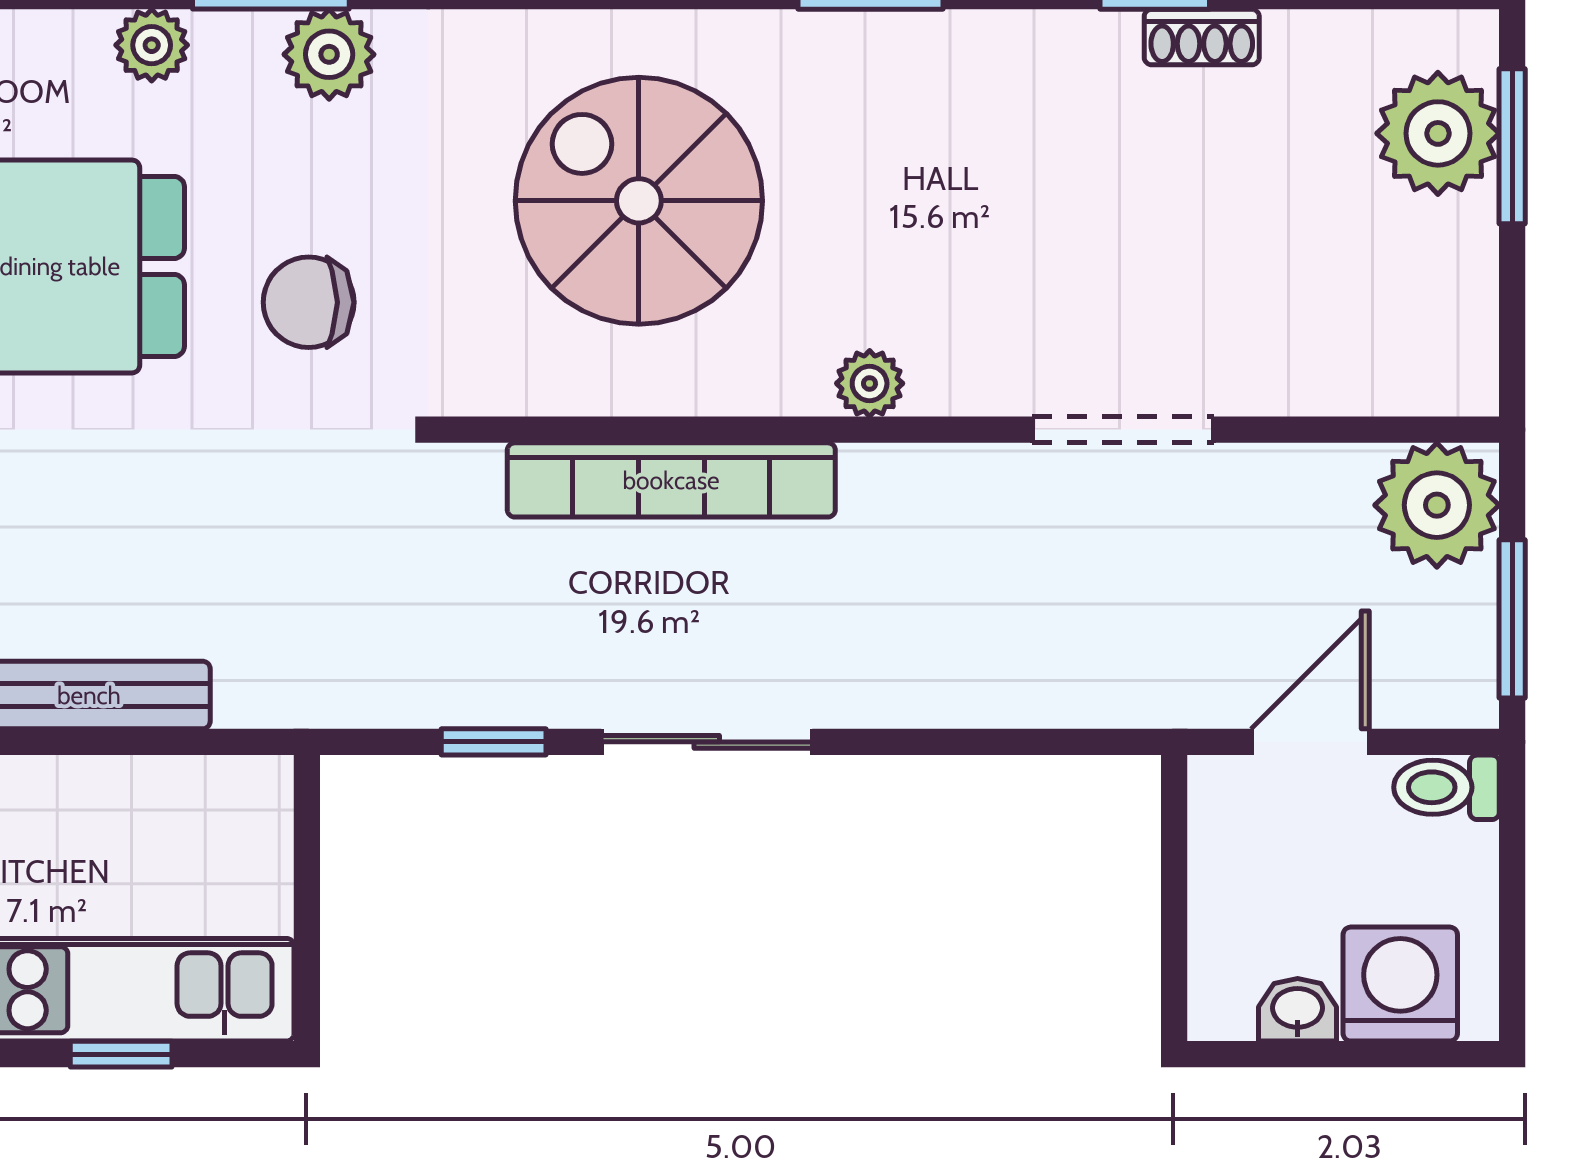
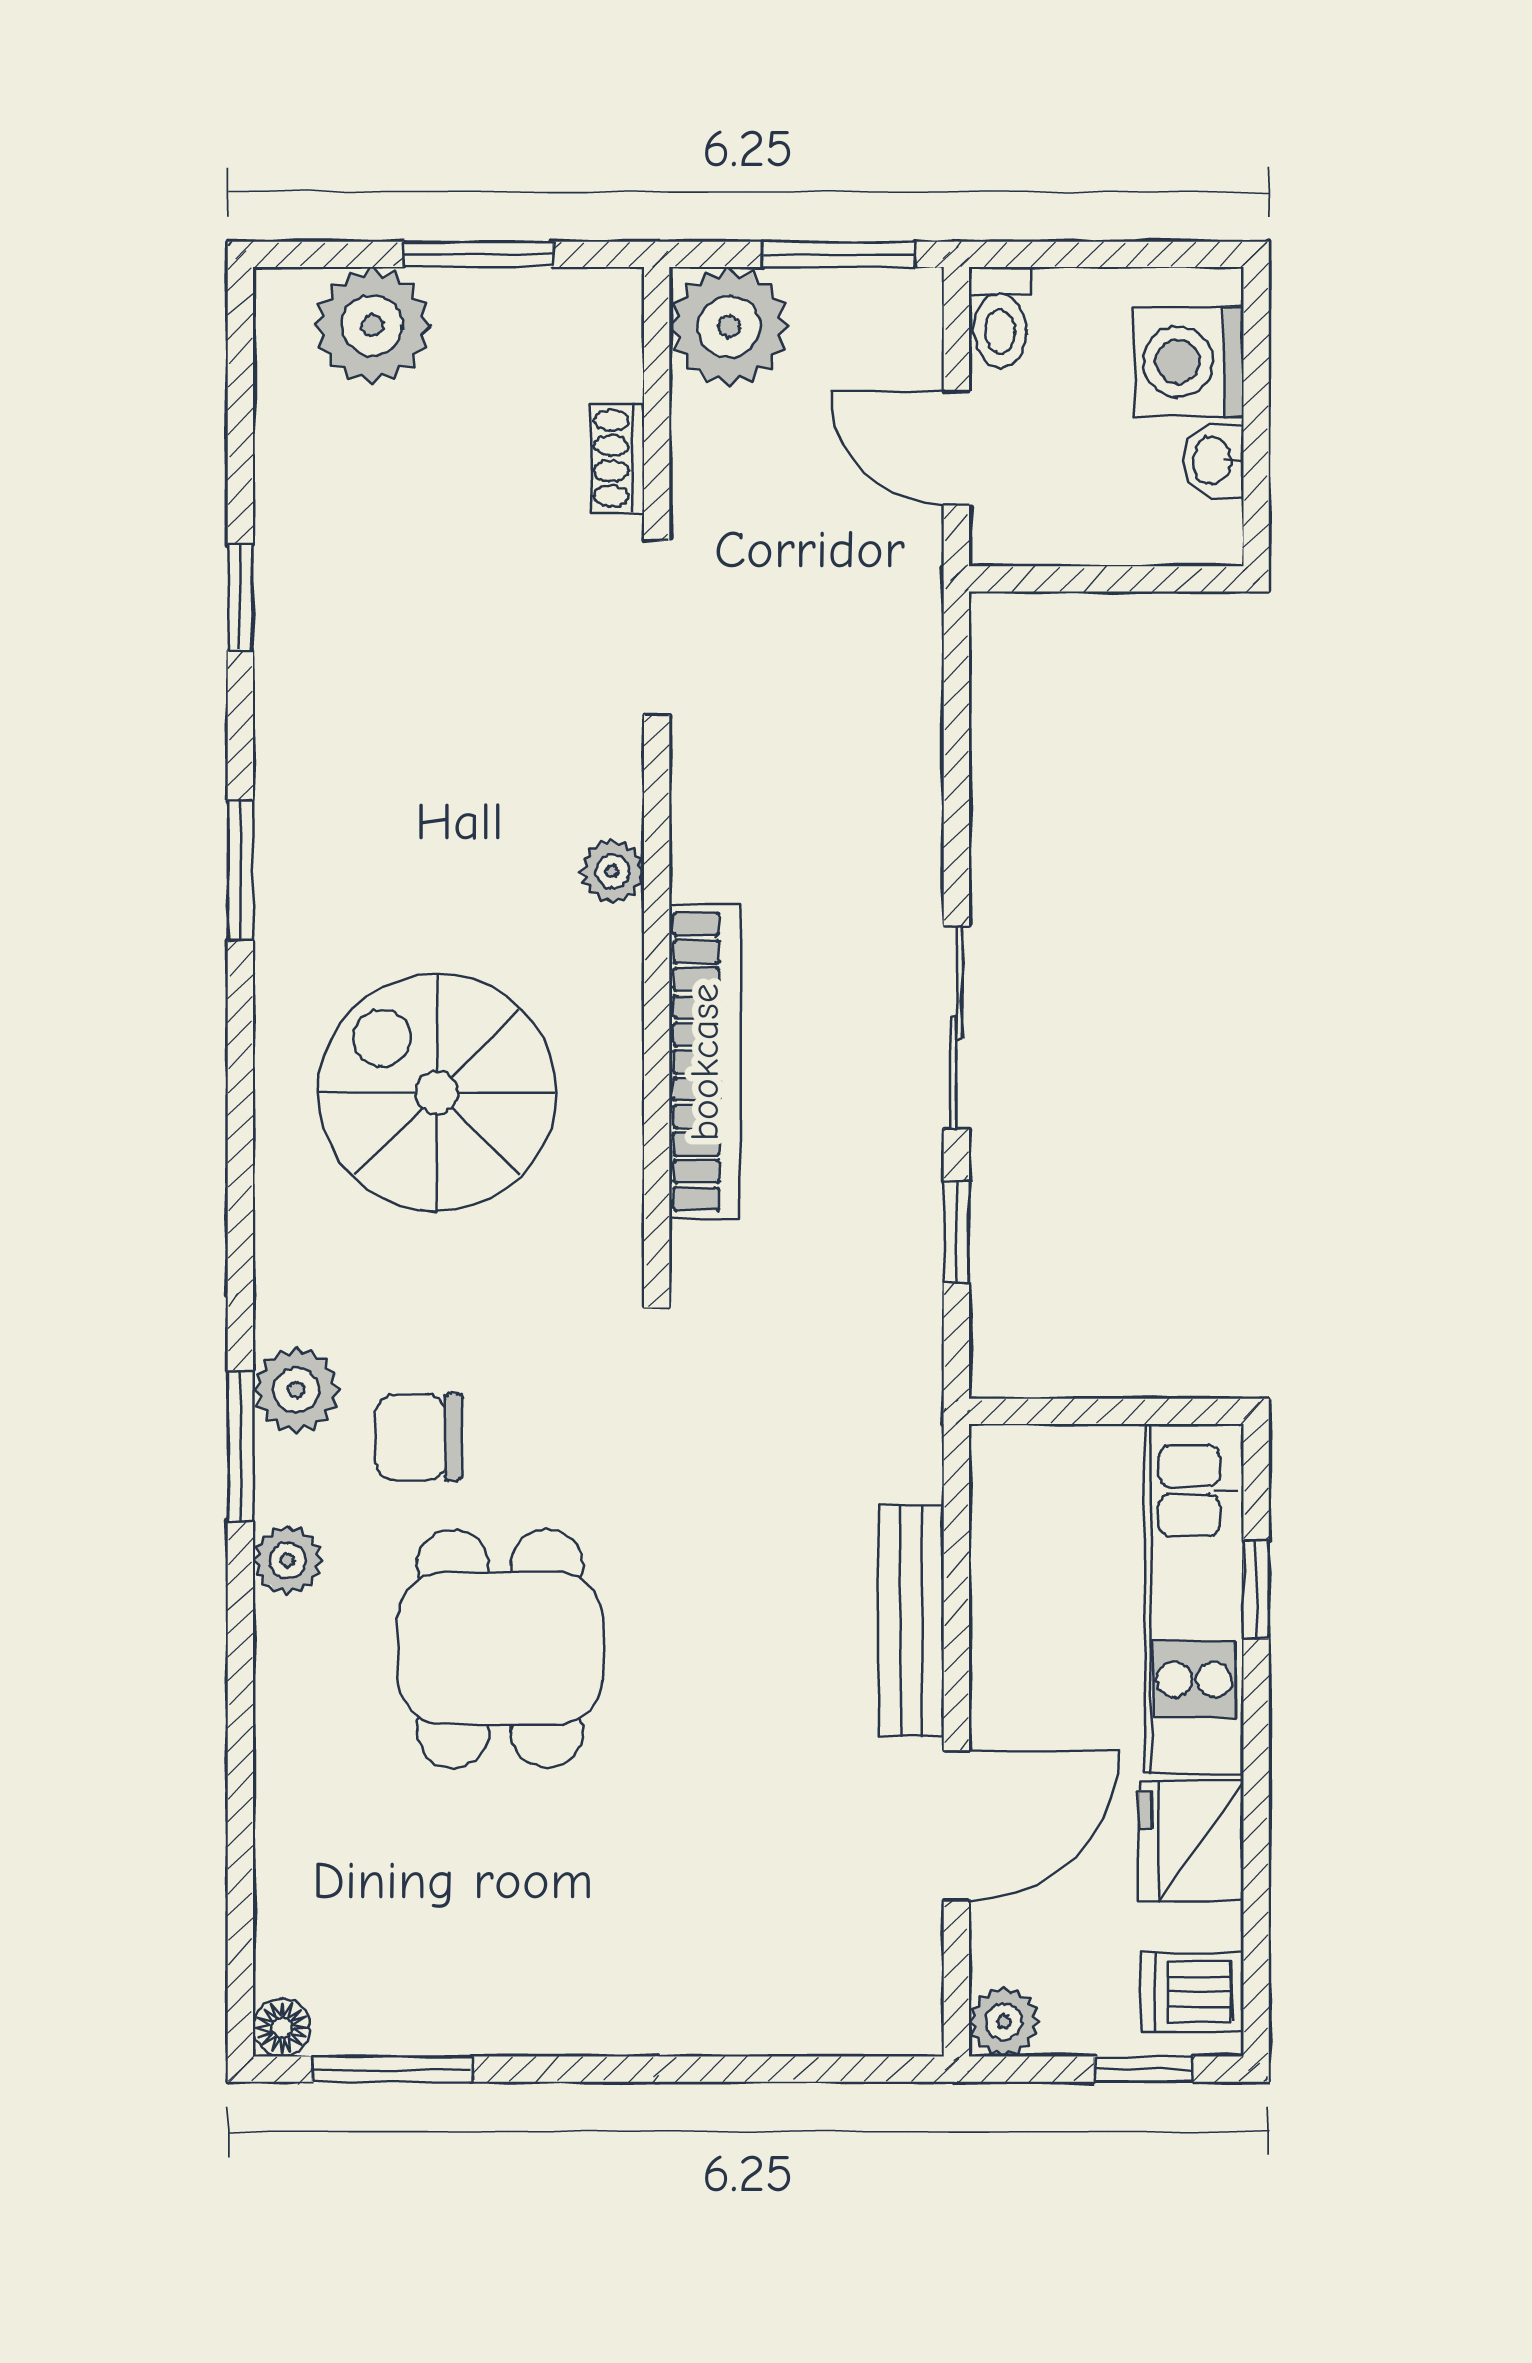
shoe rack: (1202, 37) -> (617, 458), moved, turned 180
window: (1512, 146) -> (478, 254), moved
spiral stairs: (639, 201) -> (437, 1093), turned 90
chair: (309, 302) -> (419, 1437), moved, turned 90

